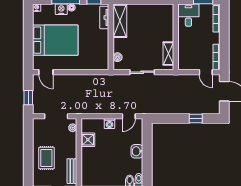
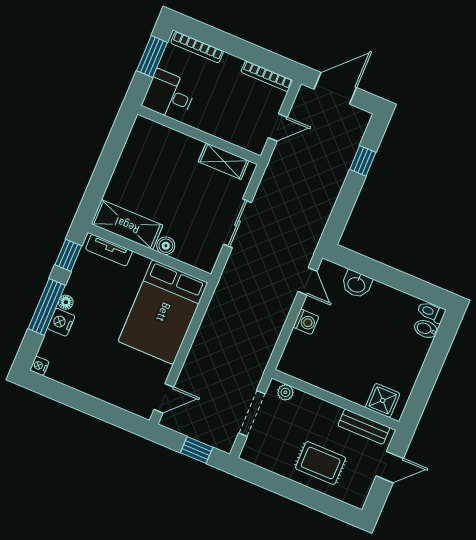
bed: (55, 40) -> (163, 312), moved, turned 180
boiler: (118, 57) -> (166, 246), moved
door: (206, 72) -> (278, 127), moved
shower: (88, 140) -> (383, 400), moved
washbasin: (137, 151) -> (357, 284), moved

